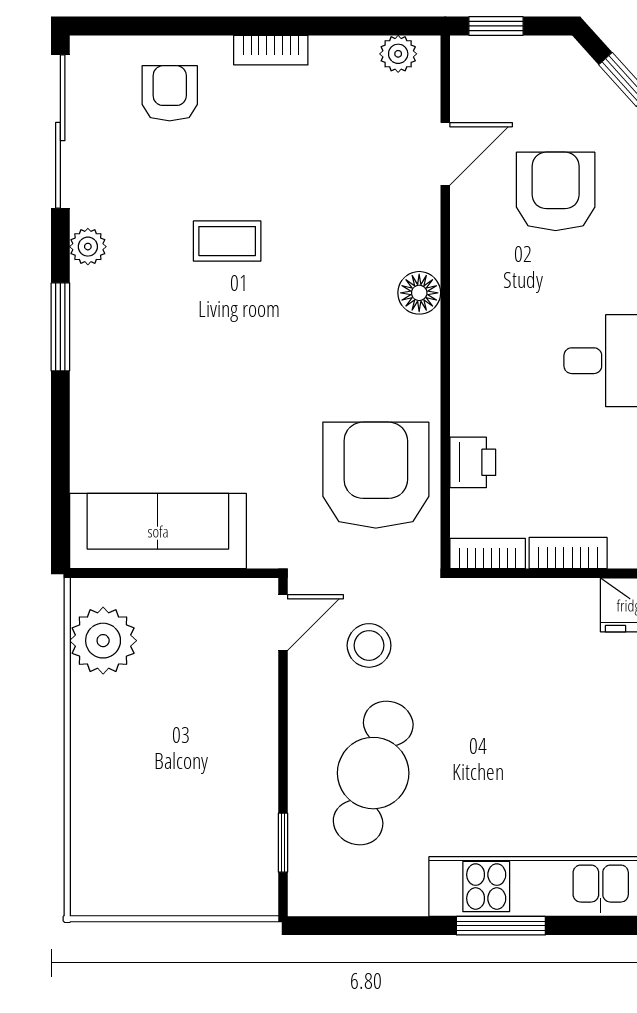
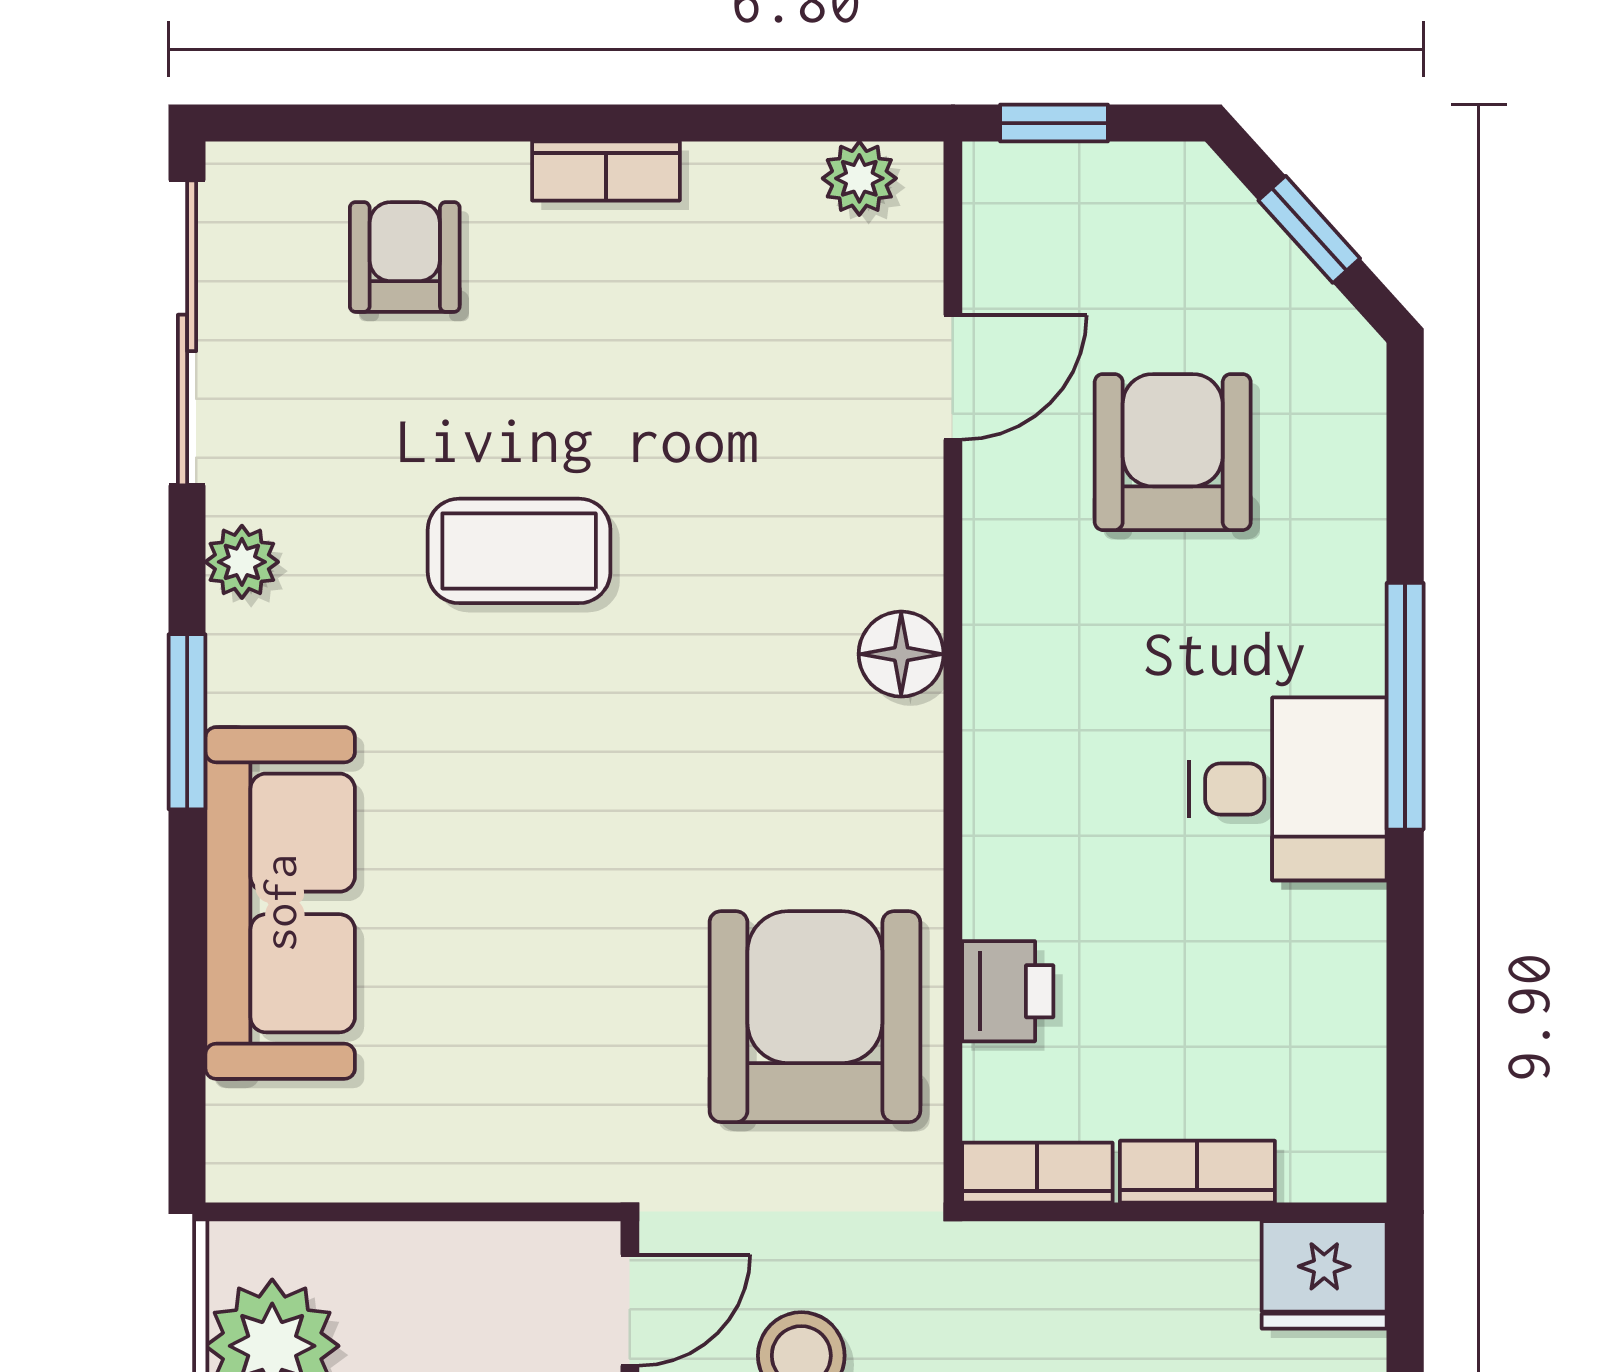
coffee table: (227, 241) -> (519, 551), width x1.36, depth x1.30
sofa: (158, 531) -> (280, 903), moved, turned 90

